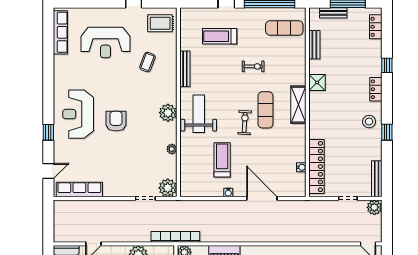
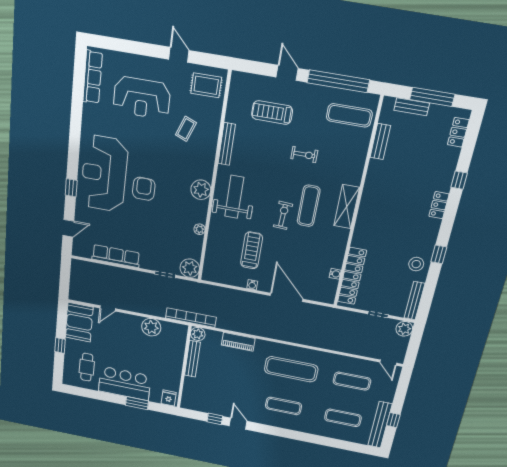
shower: (317, 82) -> (373, 186), removed
reception desk: (78, 114) -> (104, 174), width x1.36, depth x1.30
stool: (369, 122) -> (416, 264), moved
row of seats: (79, 189) -> (116, 256), moved

